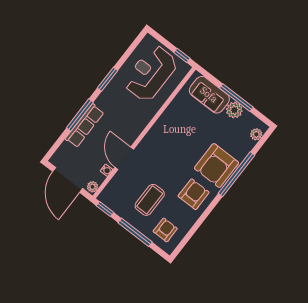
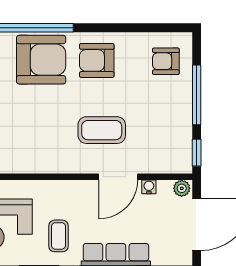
coffee table: (117, 103) -> (58, 236), added
coffee table: (150, 200) -> (102, 130), moved

